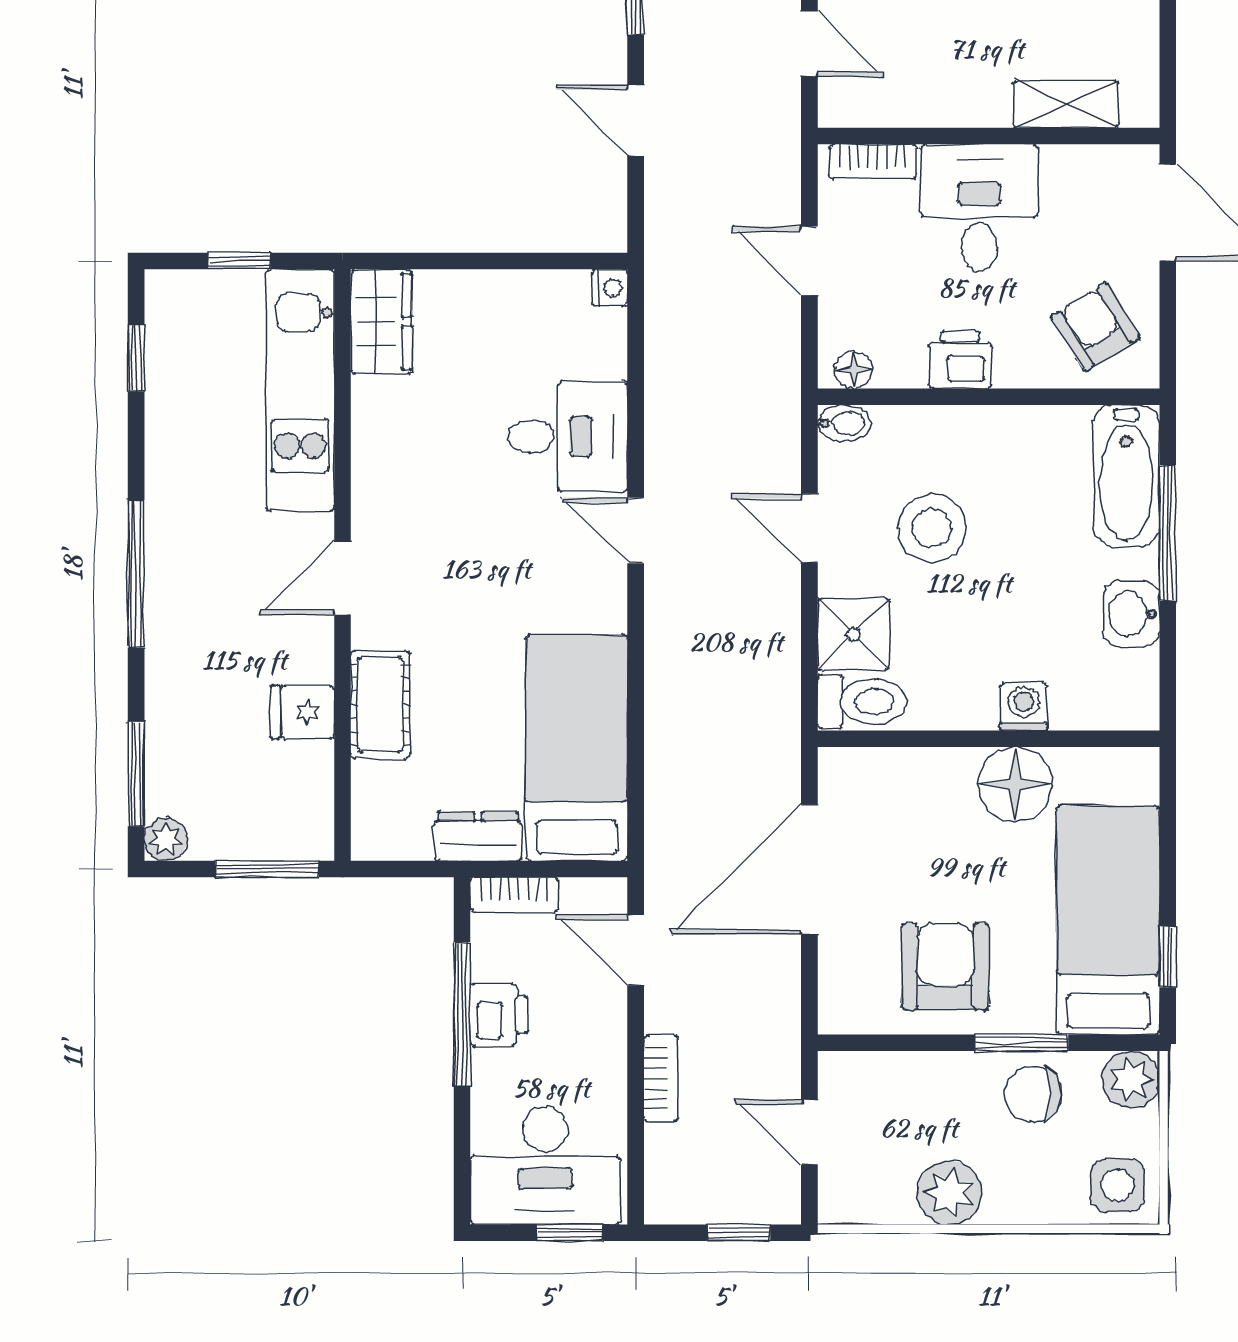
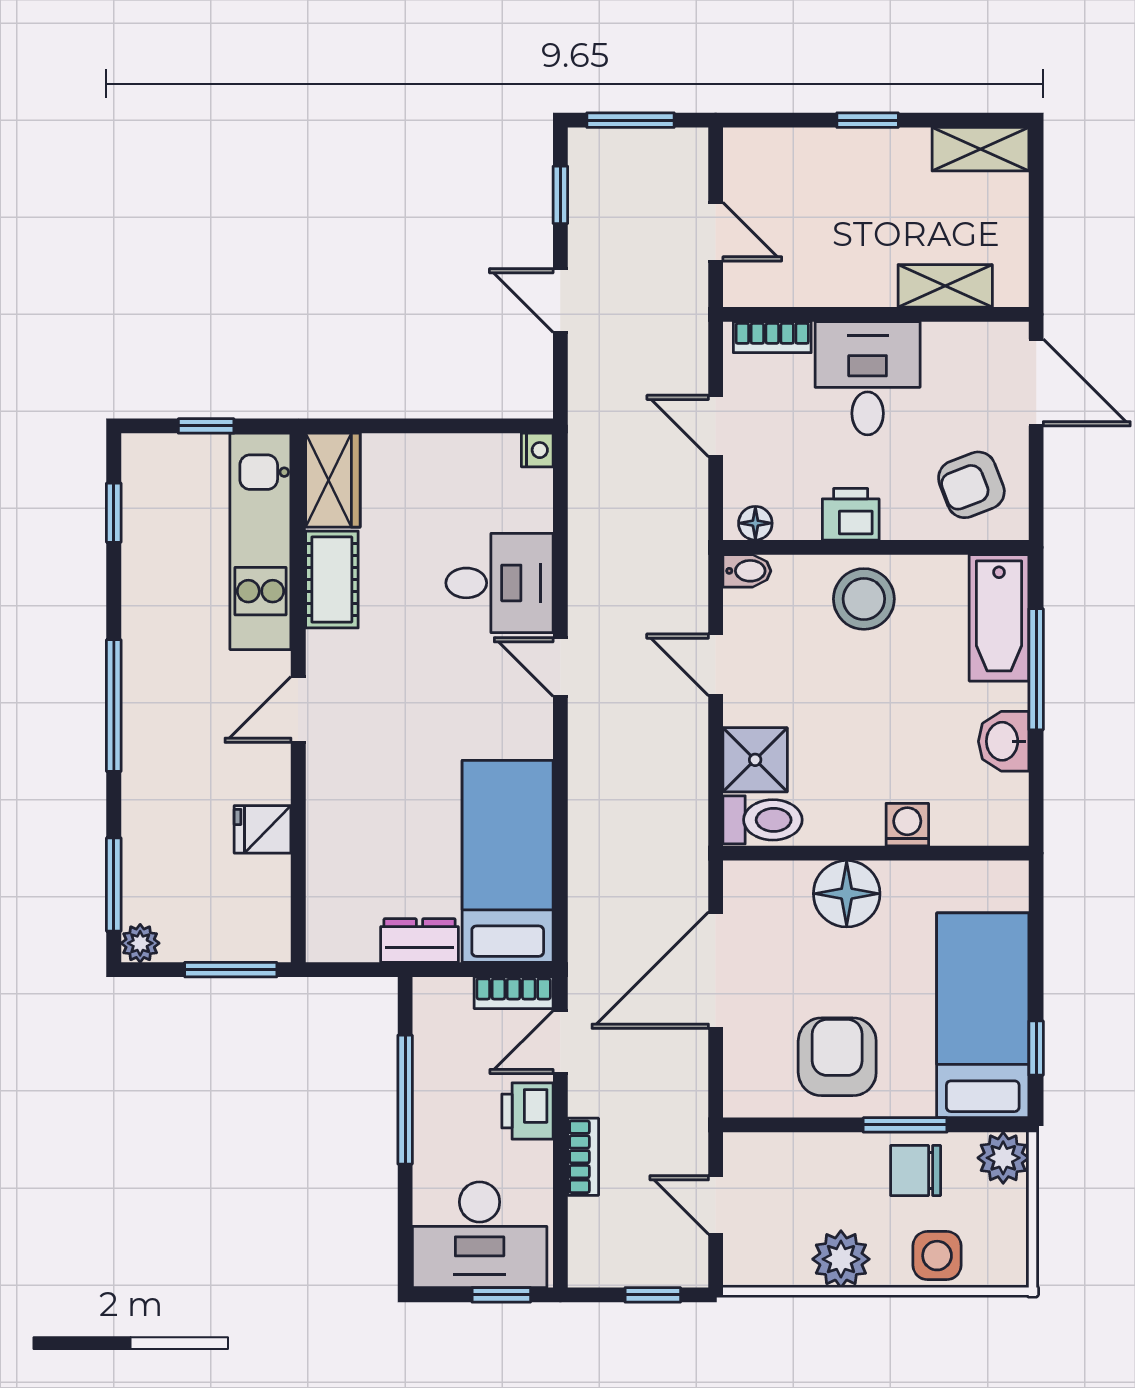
armchair: (1095, 327) -> (971, 485), turned -79
stool: (932, 528) -> (864, 599), moved
cot: (380, 705) -> (332, 580), moved
floor lamp: (1015, 784) -> (847, 894), moved
bookcase: (514, 895) -> (514, 993), moved
door: (636, 950) -> (560, 1042), hinge flipped
printer: (499, 1015) -> (527, 1111), moved, turned 180
side table: (1118, 1185) -> (937, 1256), moved

